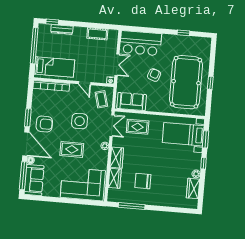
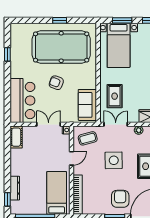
cot: (97, 34) -> (16, 137), moved

